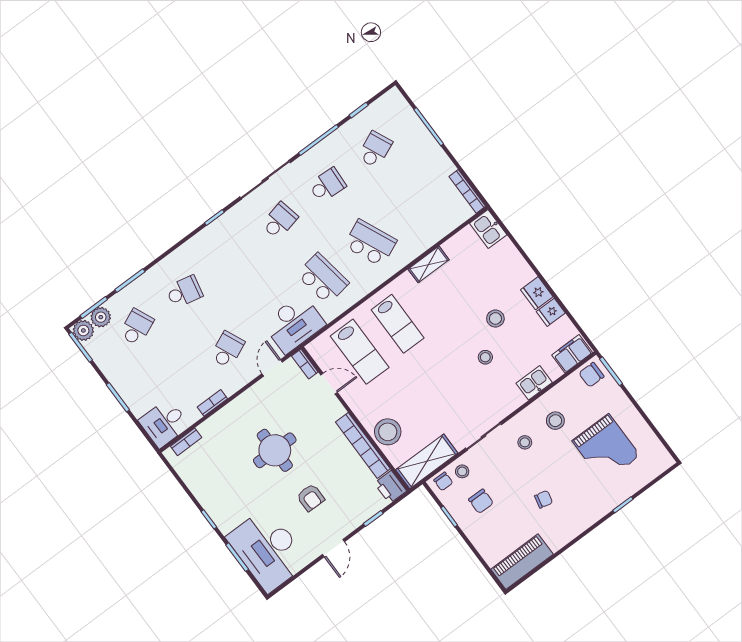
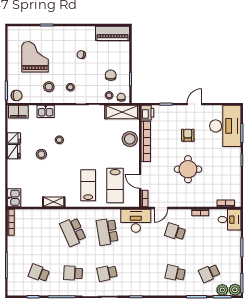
school desk: (375, 150) -> (39, 273), turned 45
school desk: (227, 350) -> (175, 232), turned 42
lab bench: (360, 352) -> (115, 185), turned 180

